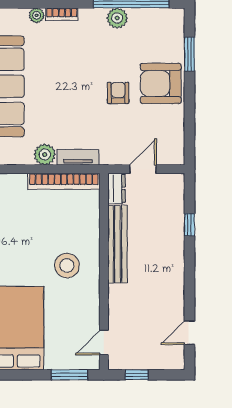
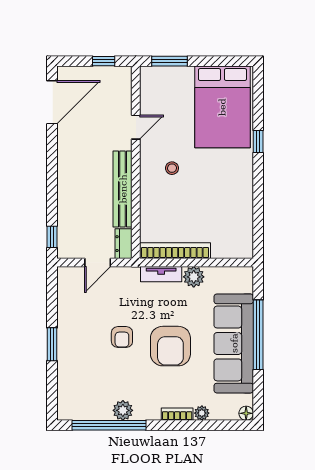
window: (189, 54) -> (52, 344), moved
armchair: (161, 83) -> (170, 346), moved, turned 90
window: (189, 225) -> (52, 237), moved
stool: (67, 265) -> (172, 168), width x0.53, depth x0.53
door: (189, 333) -> (52, 102), width x1.88
door: (104, 343) -> (136, 127), moved

